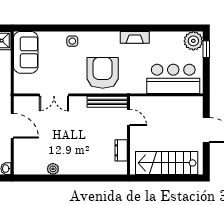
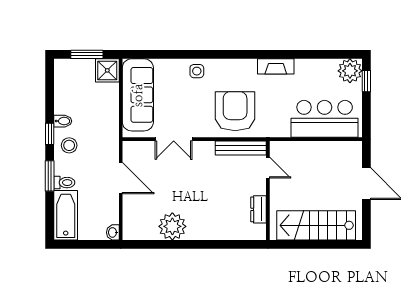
sofa: (26, 52) -> (138, 95), width x1.36
plant: (53, 169) -> (172, 226), width x1.87, depth x1.87

